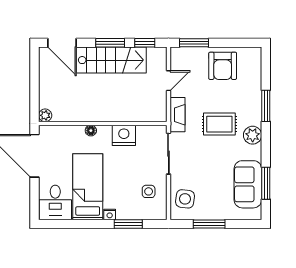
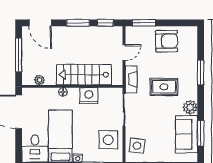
stairs: (111, 60) -> (84, 75), moved, turned 180
armchair: (223, 66) -> (167, 41), turned -91
window: (35, 83) -> (19, 55), added
plant: (45, 115) -> (39, 80), moved
plant: (253, 135) -> (190, 107), moved
side table: (149, 191) -> (108, 140), width x1.87, depth x1.87

